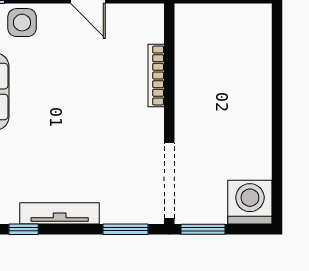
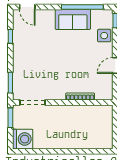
doorway: (169, 181) -> (32, 102), width x0.73
tv unit: (60, 213) -> (18, 53), removed

